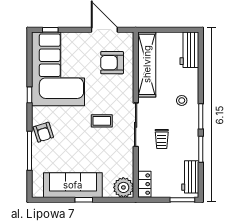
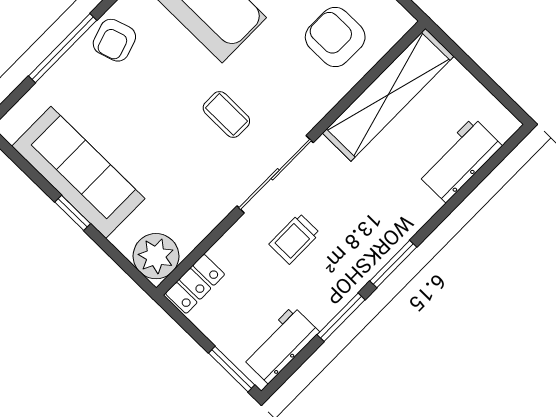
workbench: (189, 50) -> (460, 160), moved
stool: (182, 100) -> (388, 208), removed

